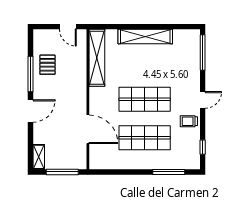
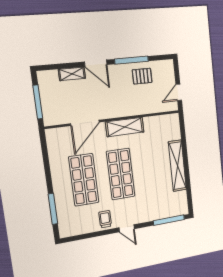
shelving: (97, 58) -> (125, 127), moved, width x0.68
window: (203, 147) -> (82, 237), removed
shelving: (39, 157) -> (72, 74), moved

